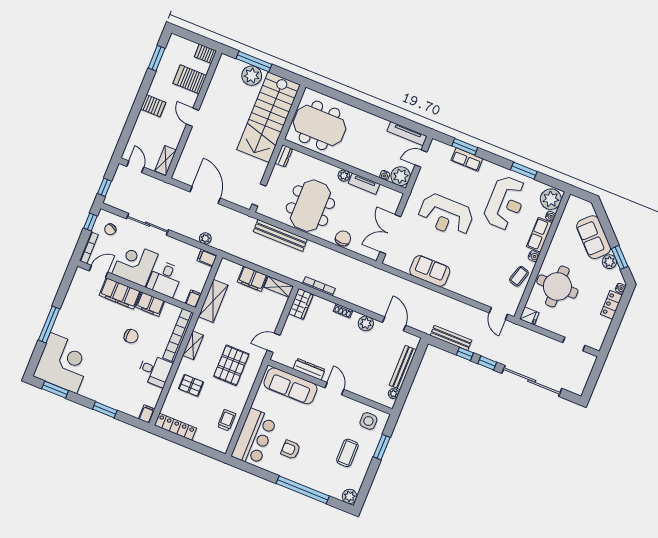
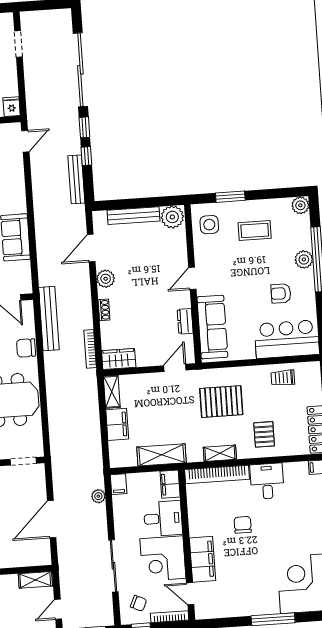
bench: (280, 235) -> (49, 319), moved
filing cabinet: (193, 299) -> (170, 484), width x2.00
filing cabinet: (150, 304) -> (198, 521), removed
door: (274, 343) -> (175, 368), swing flipped
dresser: (309, 369) -> (185, 321), width x0.70
plant: (393, 394) -> (172, 217), width x1.88, depth x1.88
armchair: (291, 450) -> (281, 293), turned 90
plant: (308, 479) -> (304, 259), added

